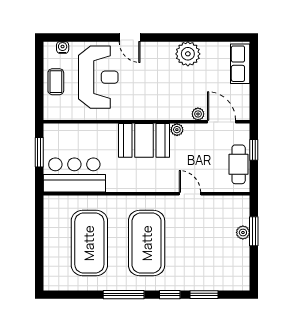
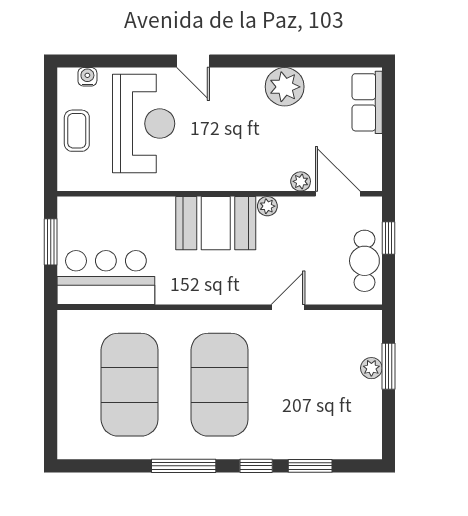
door: (190, 194) -> (288, 307), hinge flipped

